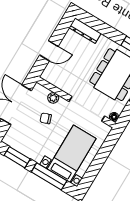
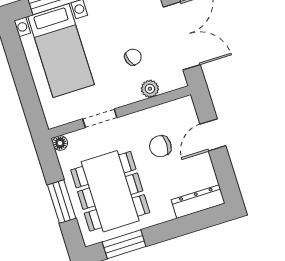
chair: (75, 70) -> (160, 146), added
doorway: (87, 109) -> (100, 118), width x0.53

